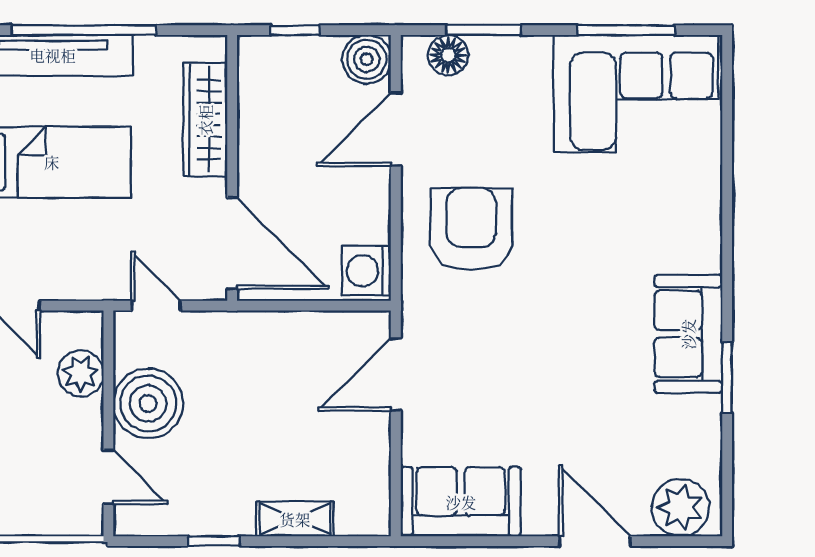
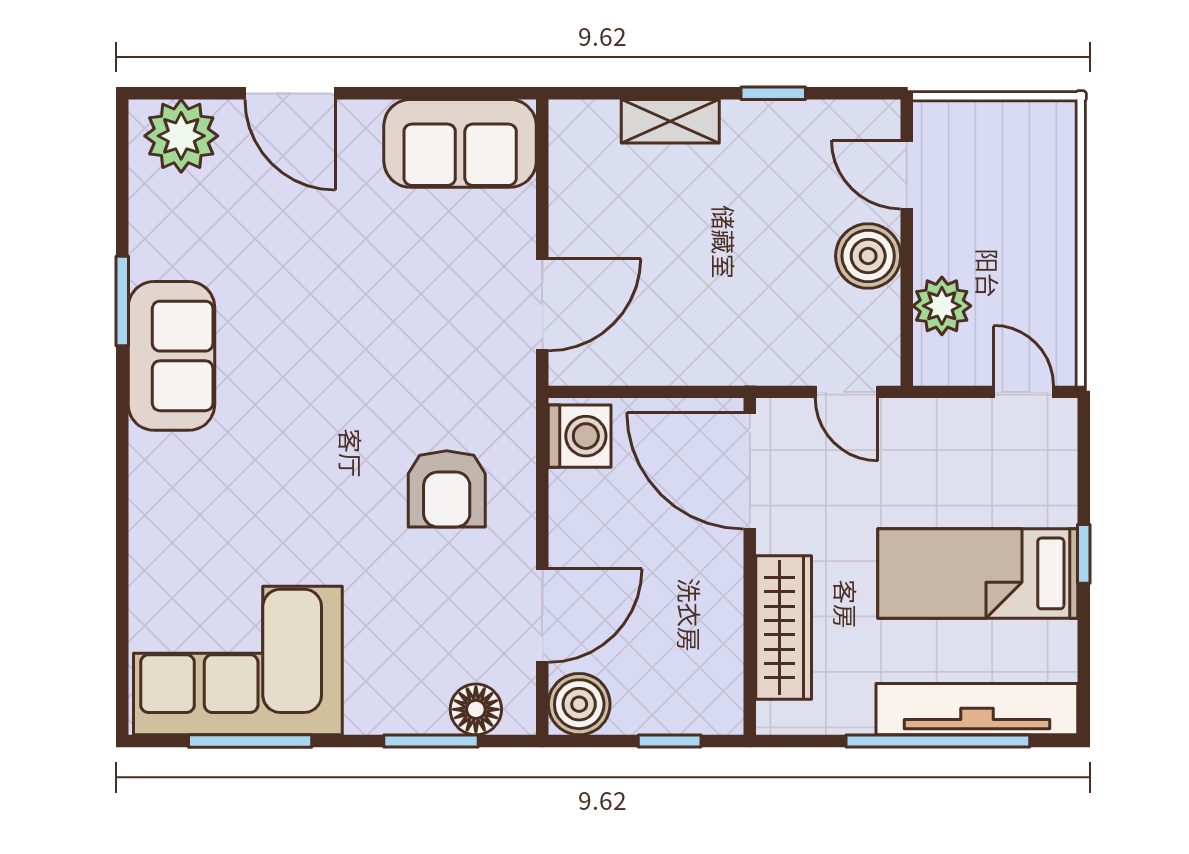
armchair: (471, 229) -> (447, 489), width x0.73, depth x0.73
boiler: (148, 403) -> (868, 256), width x0.73, depth x0.73

